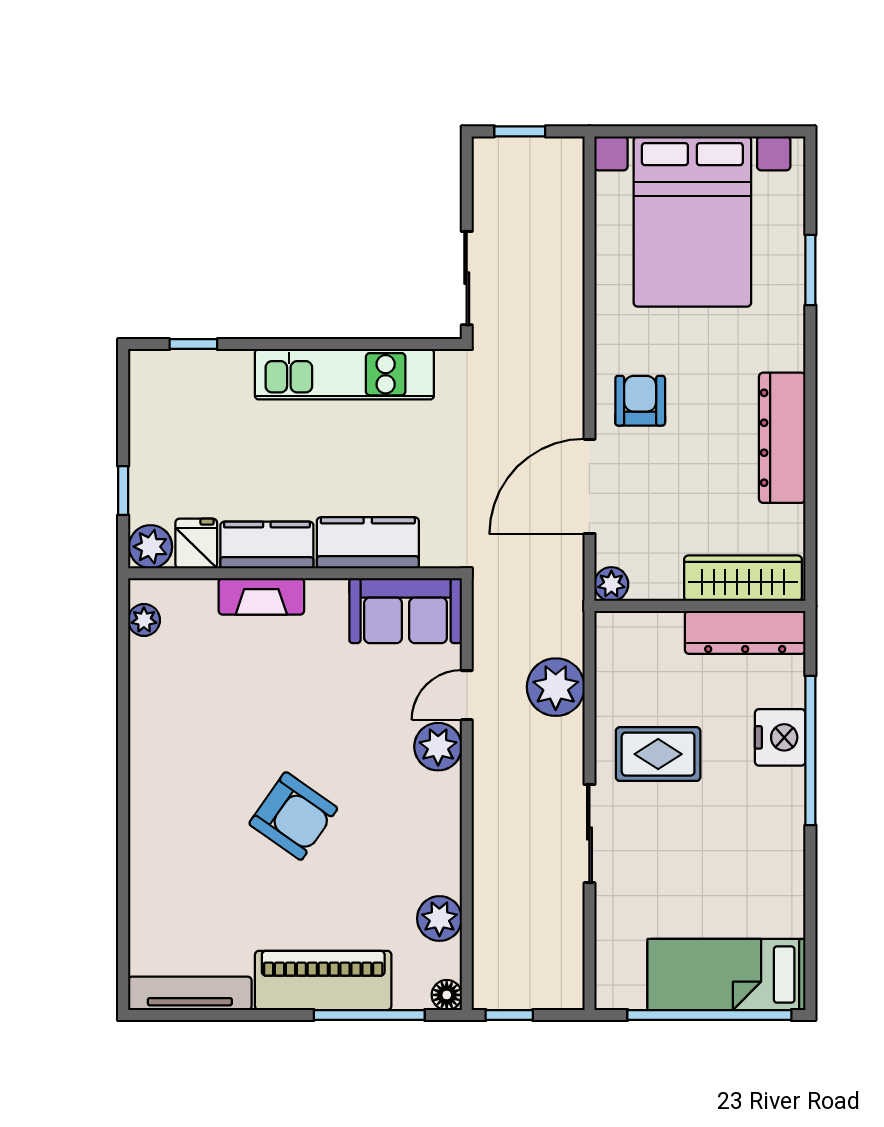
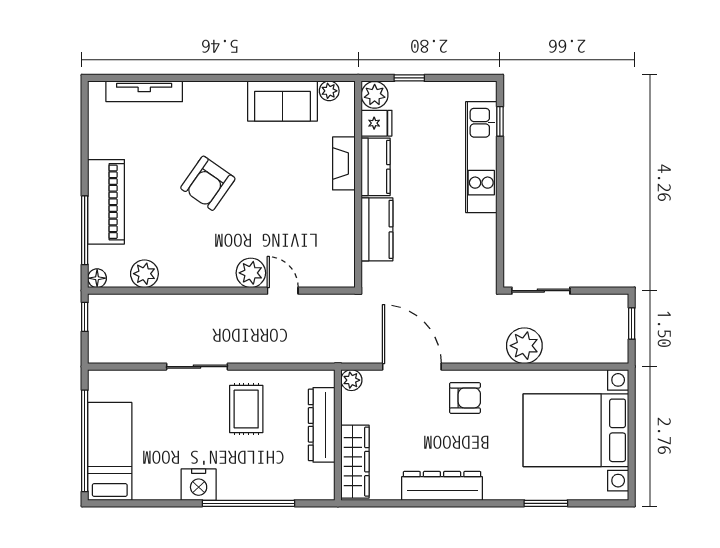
kitchen unit: (344, 374) -> (481, 157), moved
sofa: (406, 611) -> (282, 101), moved, turned -90
dresser: (745, 632) -> (322, 425), moved
plant: (556, 687) -> (524, 346), moved
nightstand: (780, 737) -> (199, 485), moved
tv unit: (190, 993) -> (144, 91), moved, turned 90

